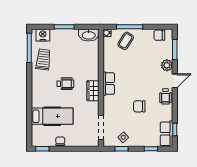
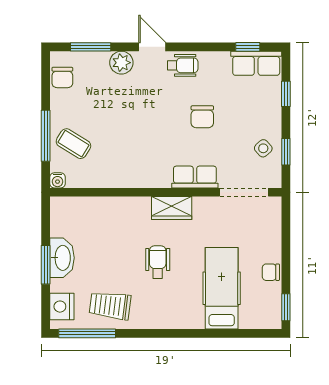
washbasin: (89, 35) -> (62, 258), moved
row of seats: (109, 84) -> (195, 177), moved

